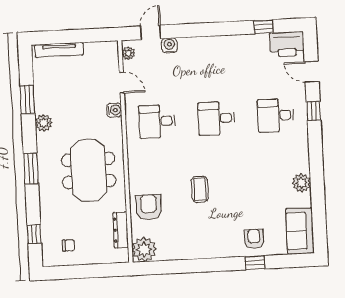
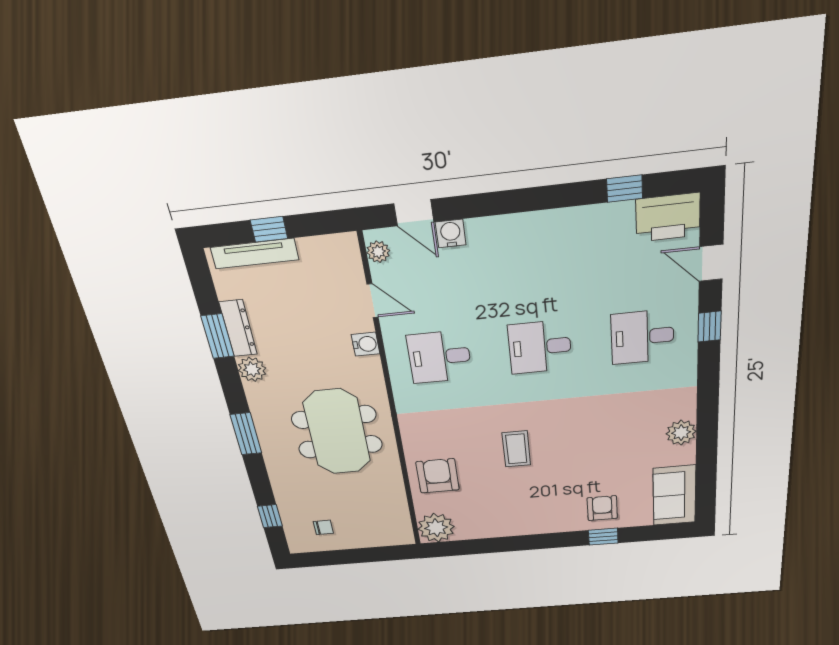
door: (150, 32) -> (414, 213), swing flipped
window: (70, 36) -> (269, 229), added
dresser: (121, 230) -> (238, 328), moved, turned 180

